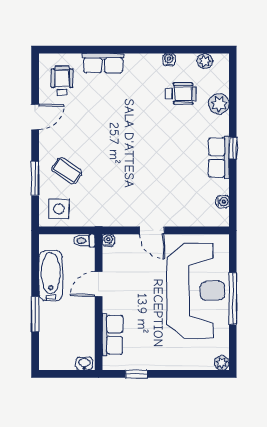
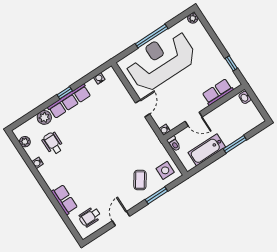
door: (35, 117) -> (121, 219), hinge flipped
row of seats: (219, 157) -> (69, 101), width x1.48

